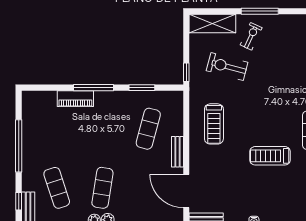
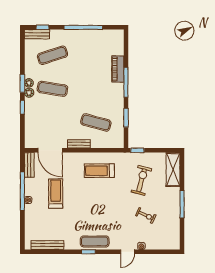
exercise bike: (251, 36) -> (146, 215), moved
treadmill: (270, 156) -> (56, 194), moved
door: (186, 191) -> (50, 150), swing flipped

